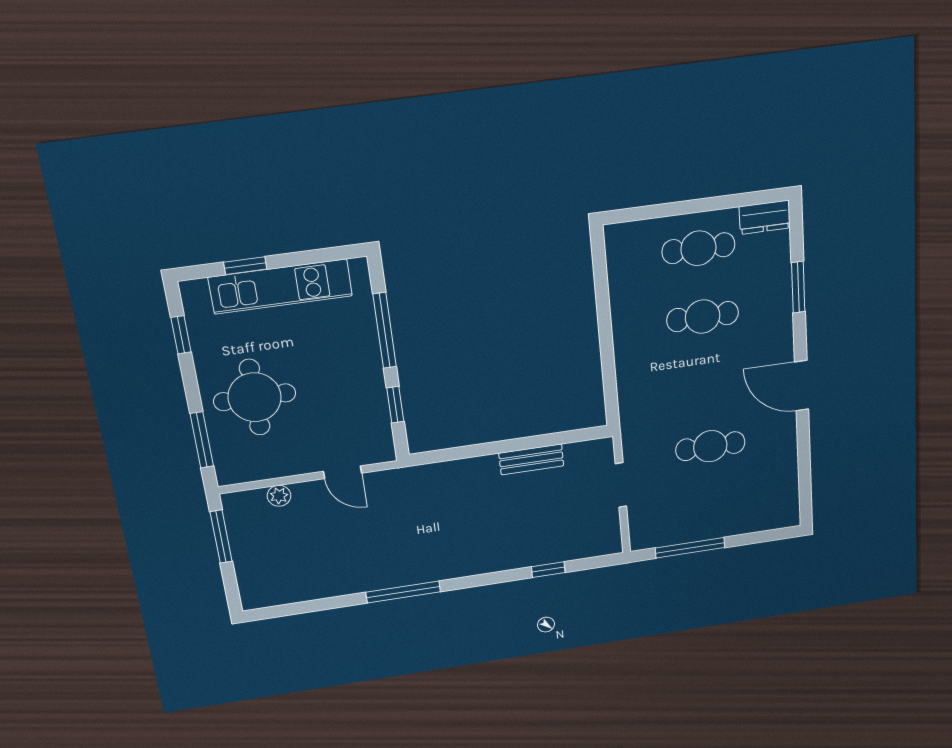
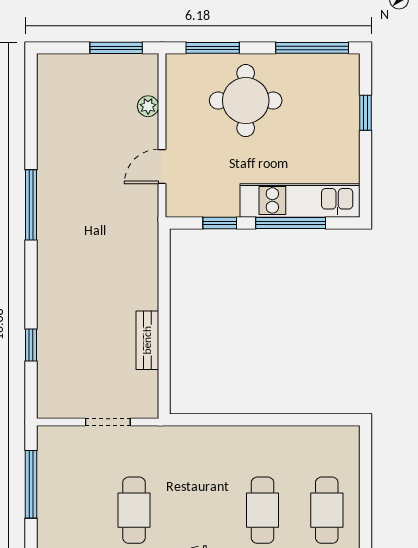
kitchen unit: (281, 287) -> (300, 200), moved, turned 90
window: (181, 335) -> (312, 48), width x2.17

